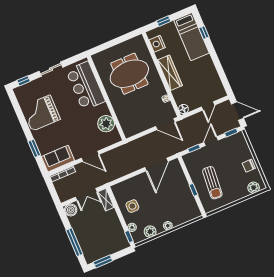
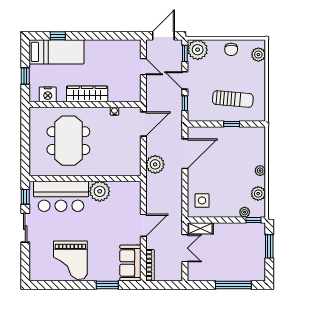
window: (24, 81) -> (25, 197), moved
floor lamp: (184, 109) -> (135, 96), removed
plant: (106, 124) -> (100, 191), moved
plant: (238, 141) -> (198, 50), added
plant: (139, 146) -> (155, 164), added
door: (156, 164) -> (185, 154), hinge flipped
side table: (132, 206) -> (202, 201), moved
boiler: (71, 210) -> (195, 273), removed
window: (103, 261) -> (269, 246), moved

